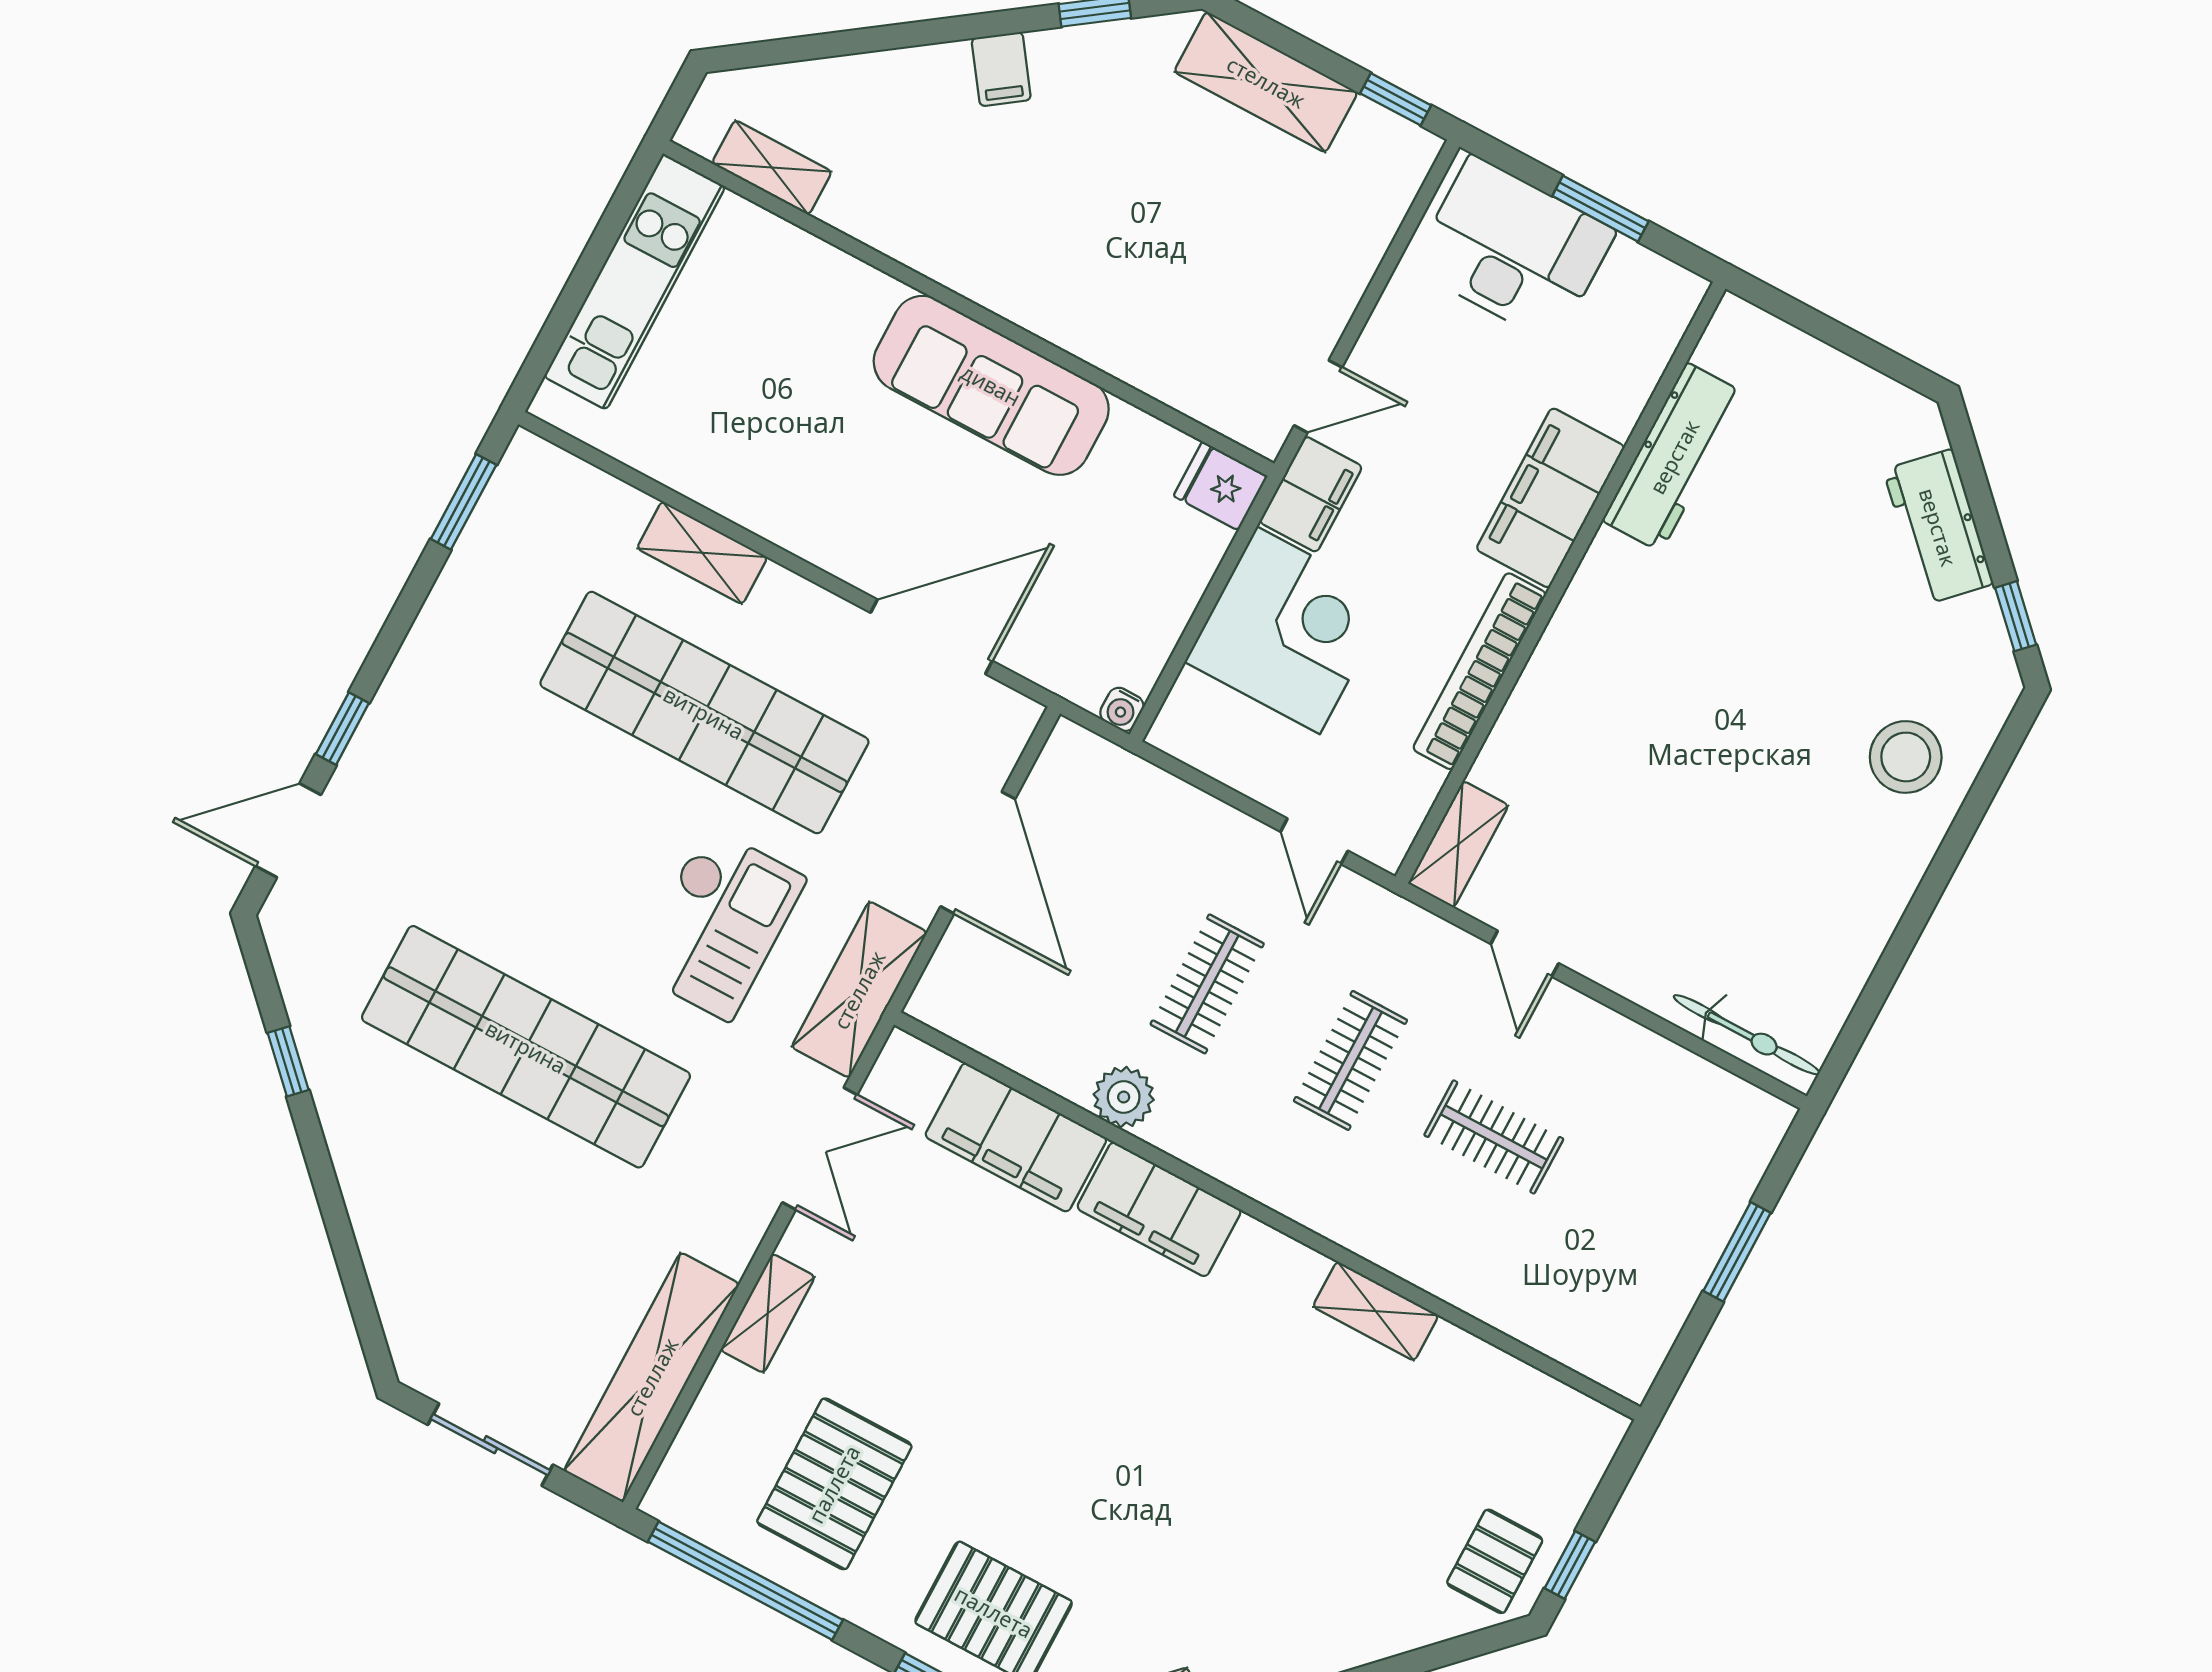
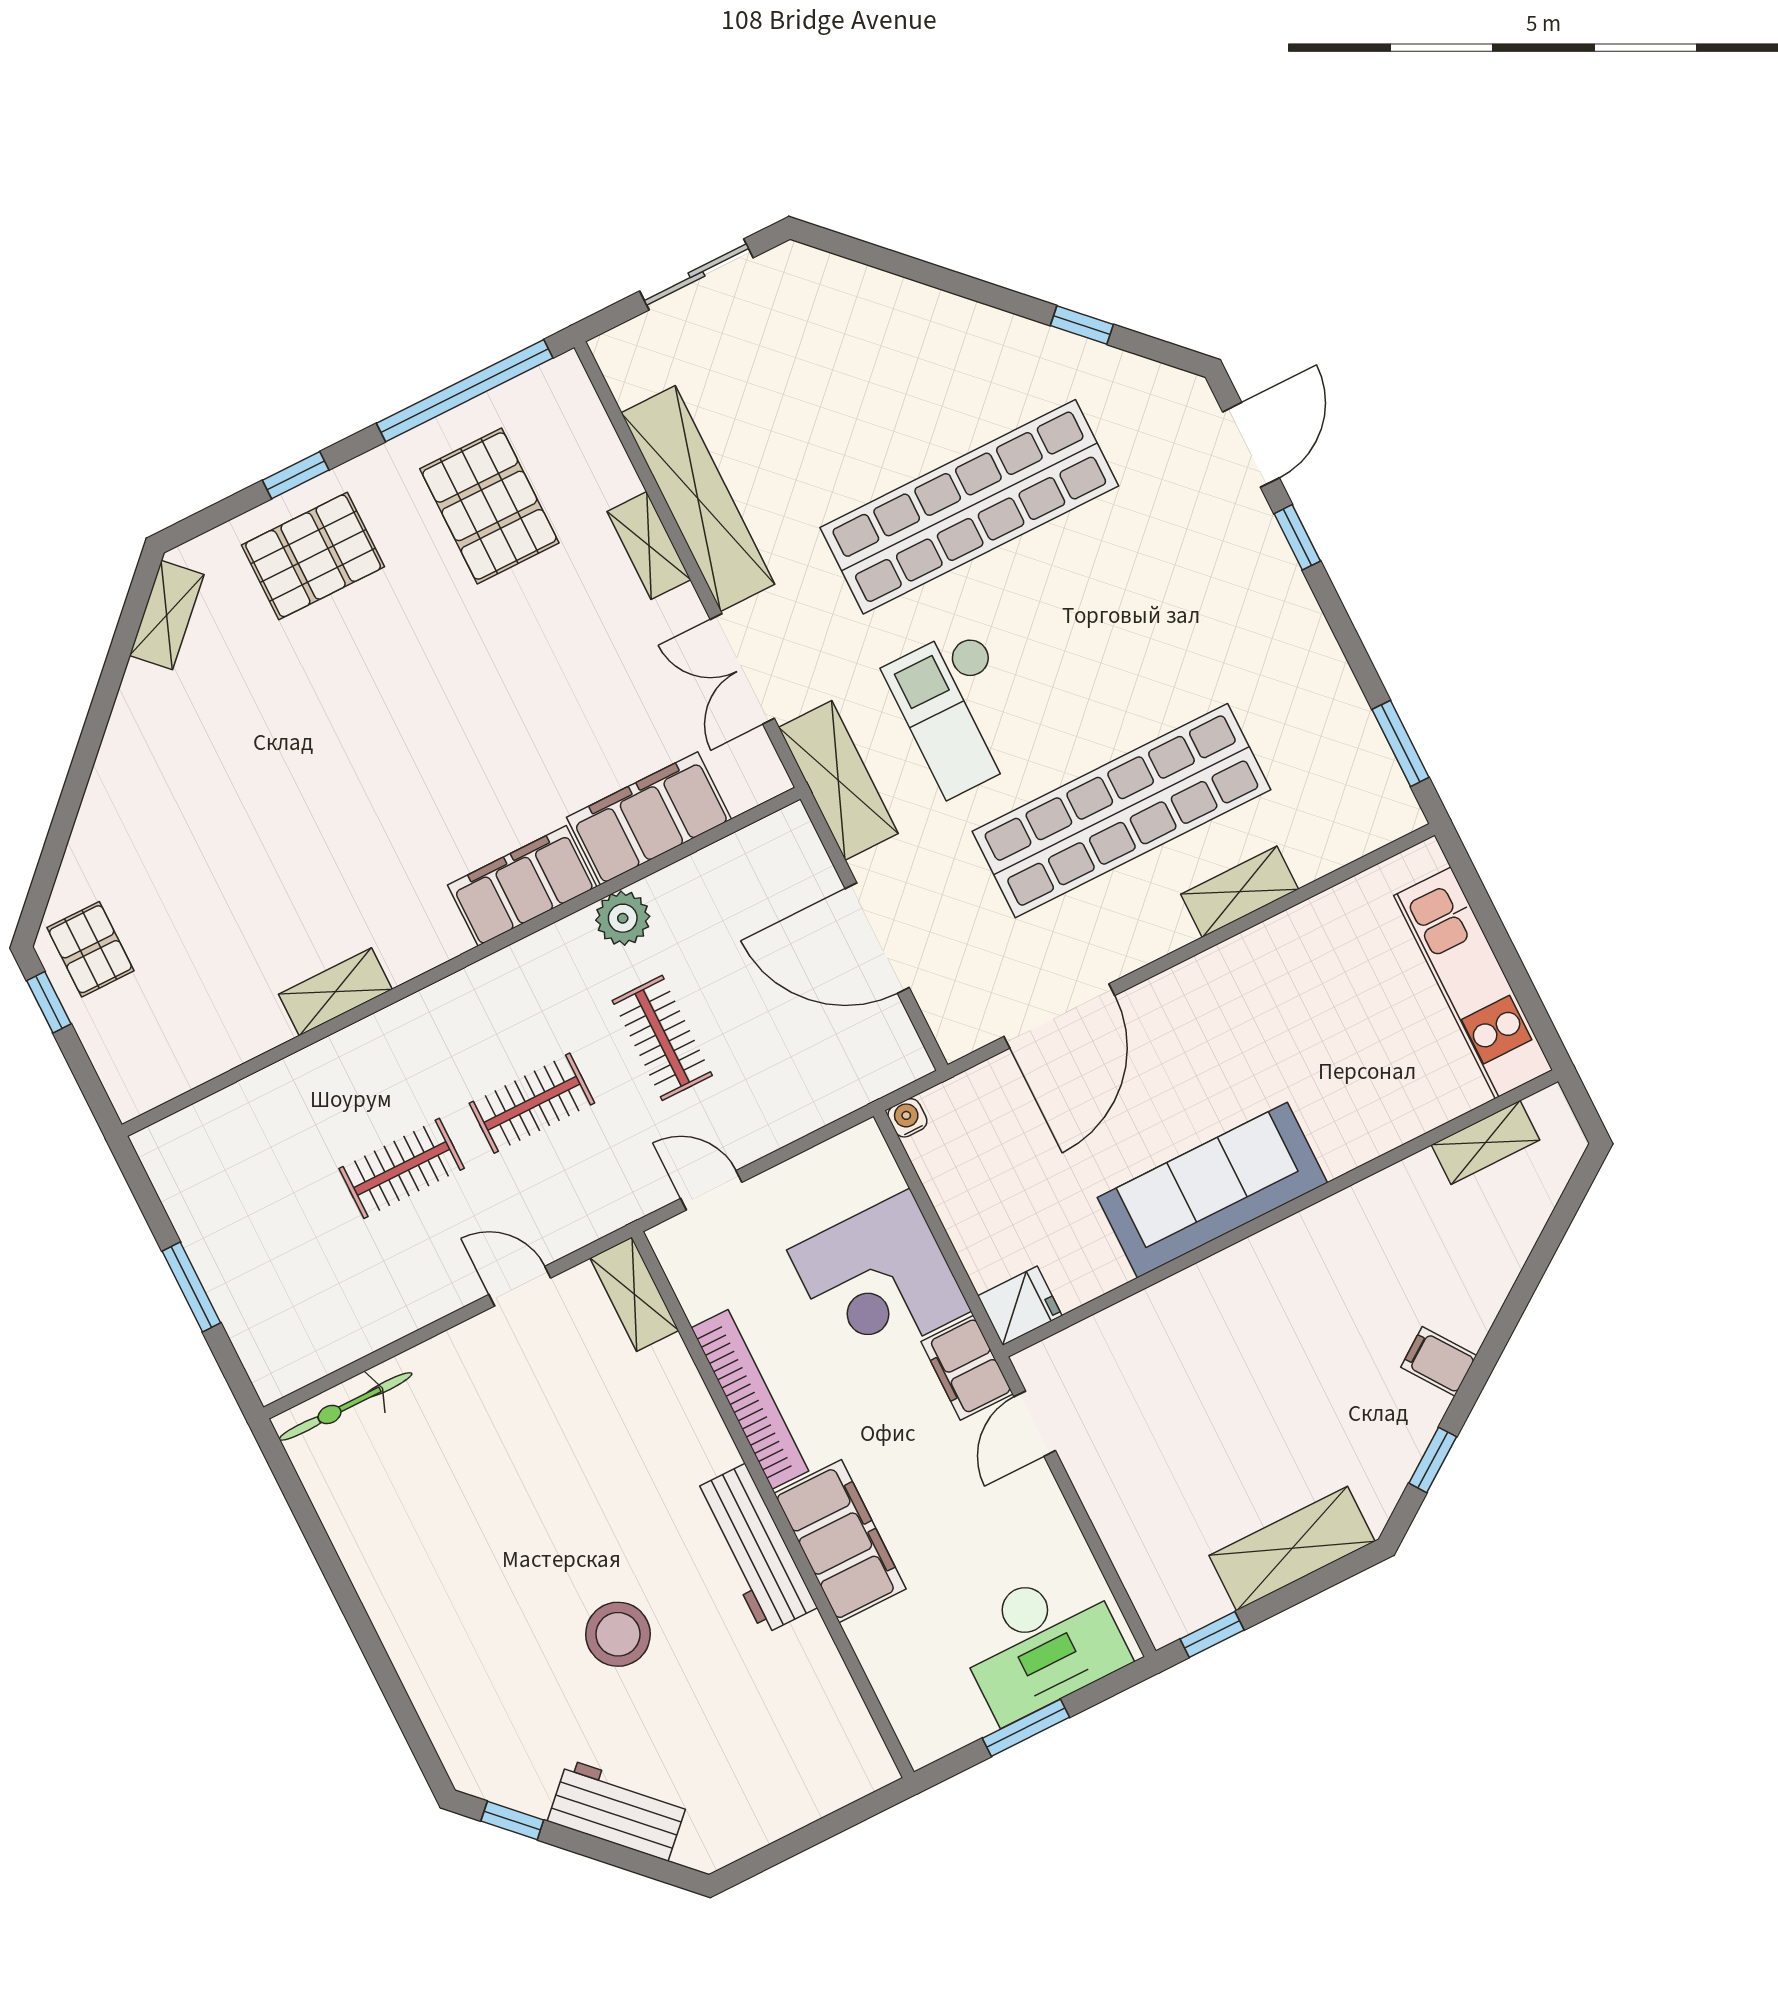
workbench: (1674, 457) -> (754, 1549), moved
stool: (1906, 757) -> (618, 1634), moved
clothes rail: (1350, 1060) -> (532, 1103), turned 90
shelving: (652, 1377) -> (698, 498), moved

